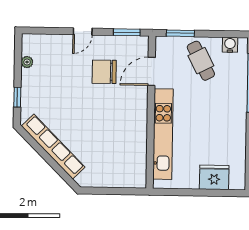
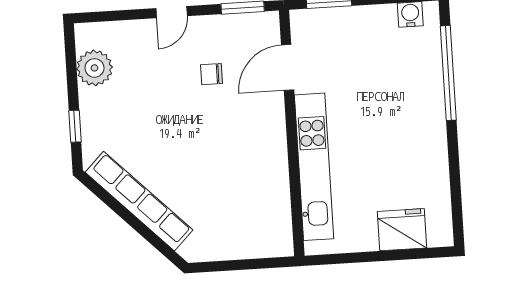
cafe table: (201, 61) -> (366, 44), removed
plant: (27, 62) -> (94, 68), width x1.88, depth x1.88
chair: (104, 72) -> (212, 74), width x0.54, depth x0.54

